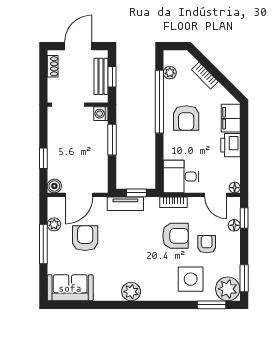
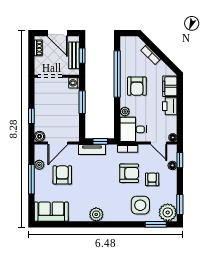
door: (78, 46) -> (57, 33), swing flipped
plant: (170, 73) -> (125, 112), moved

